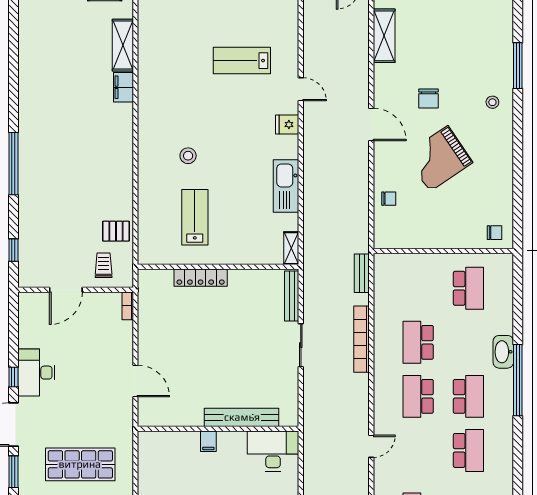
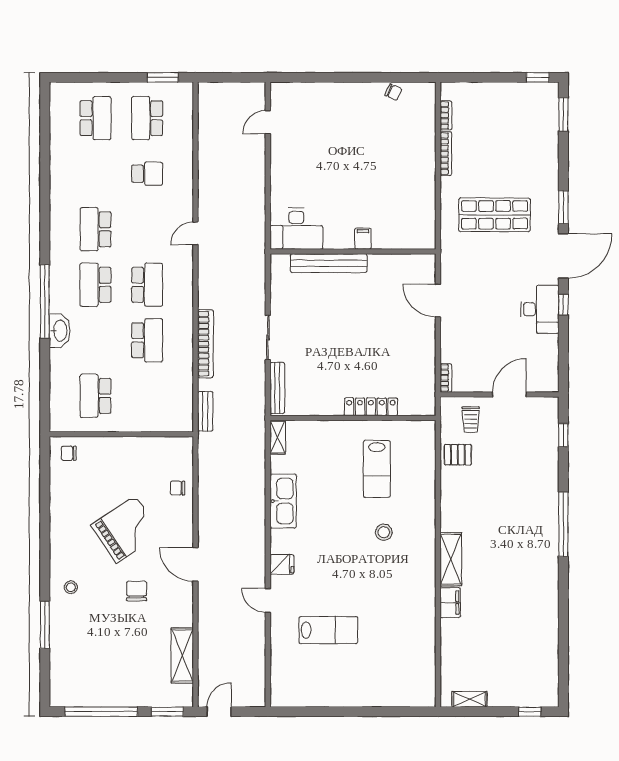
shelving: (123, 45) -> (451, 559), moved

